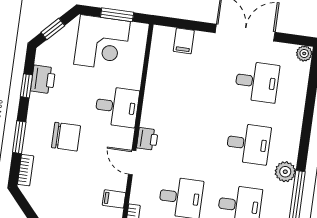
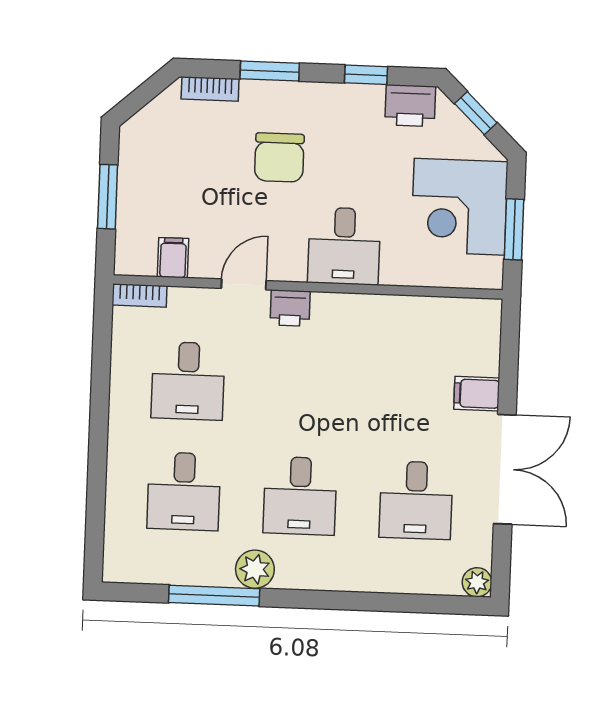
filing cabinet: (184, 41) -> (477, 394), moved
printer: (43, 79) -> (410, 106), moved

